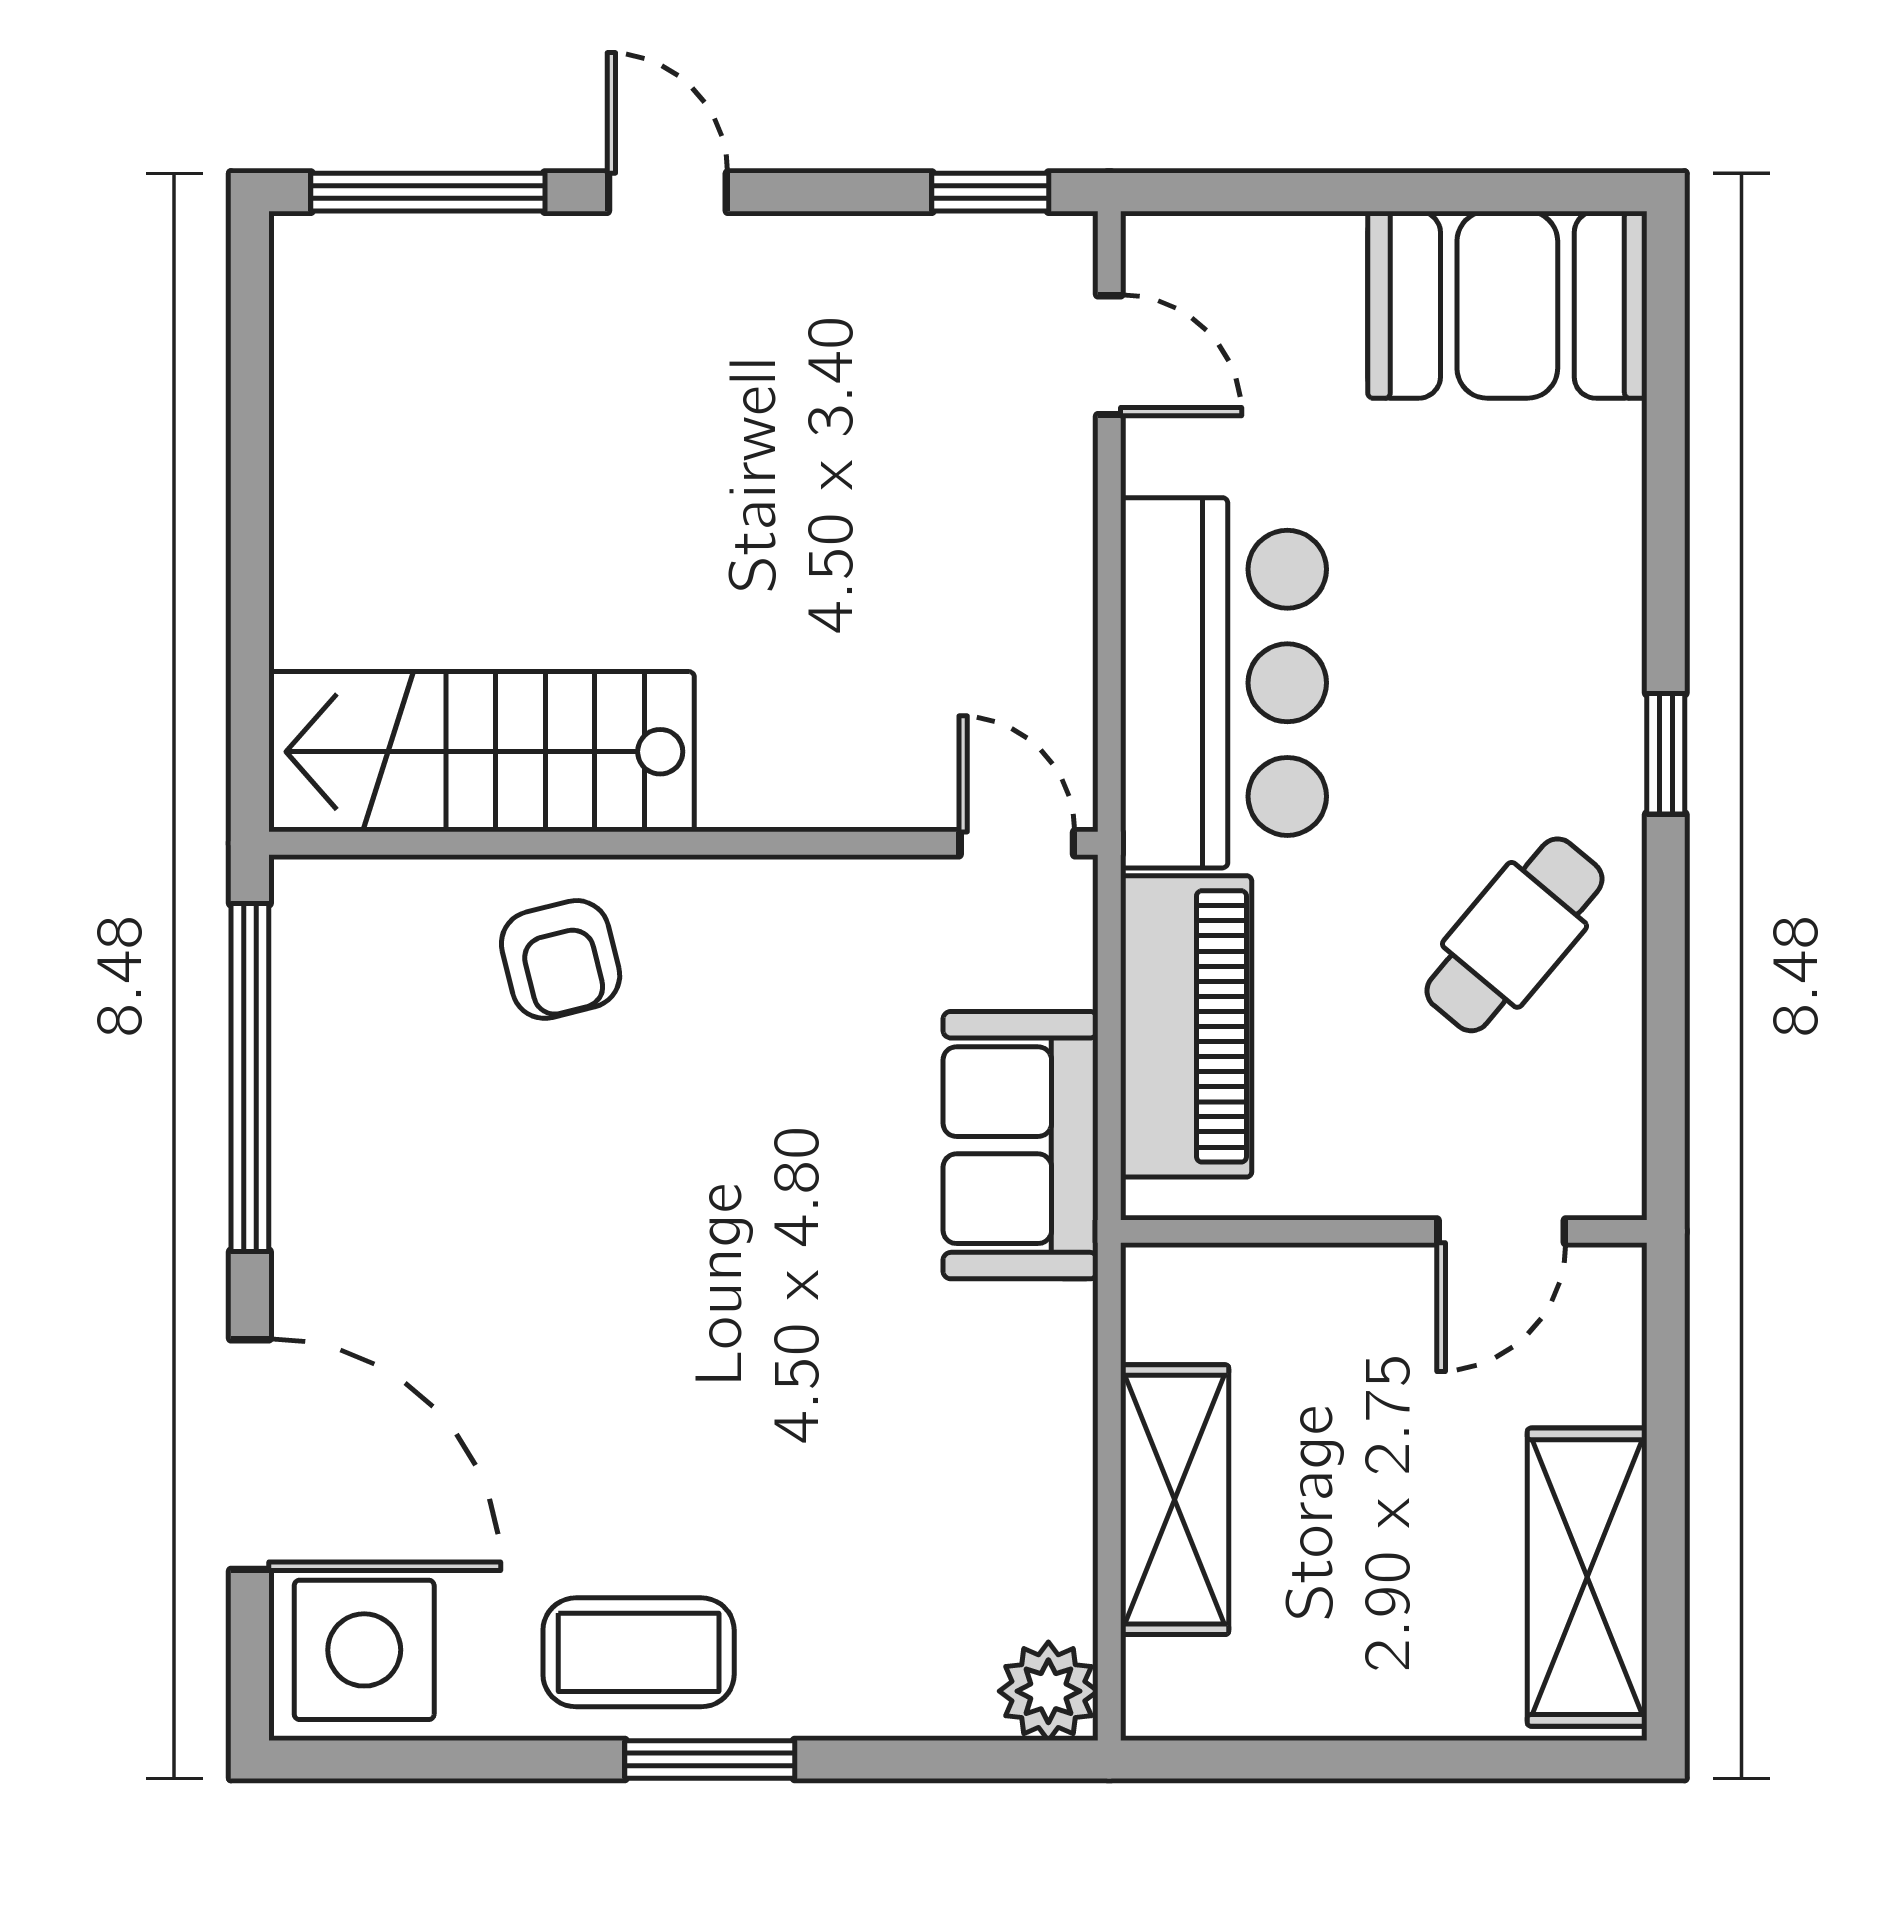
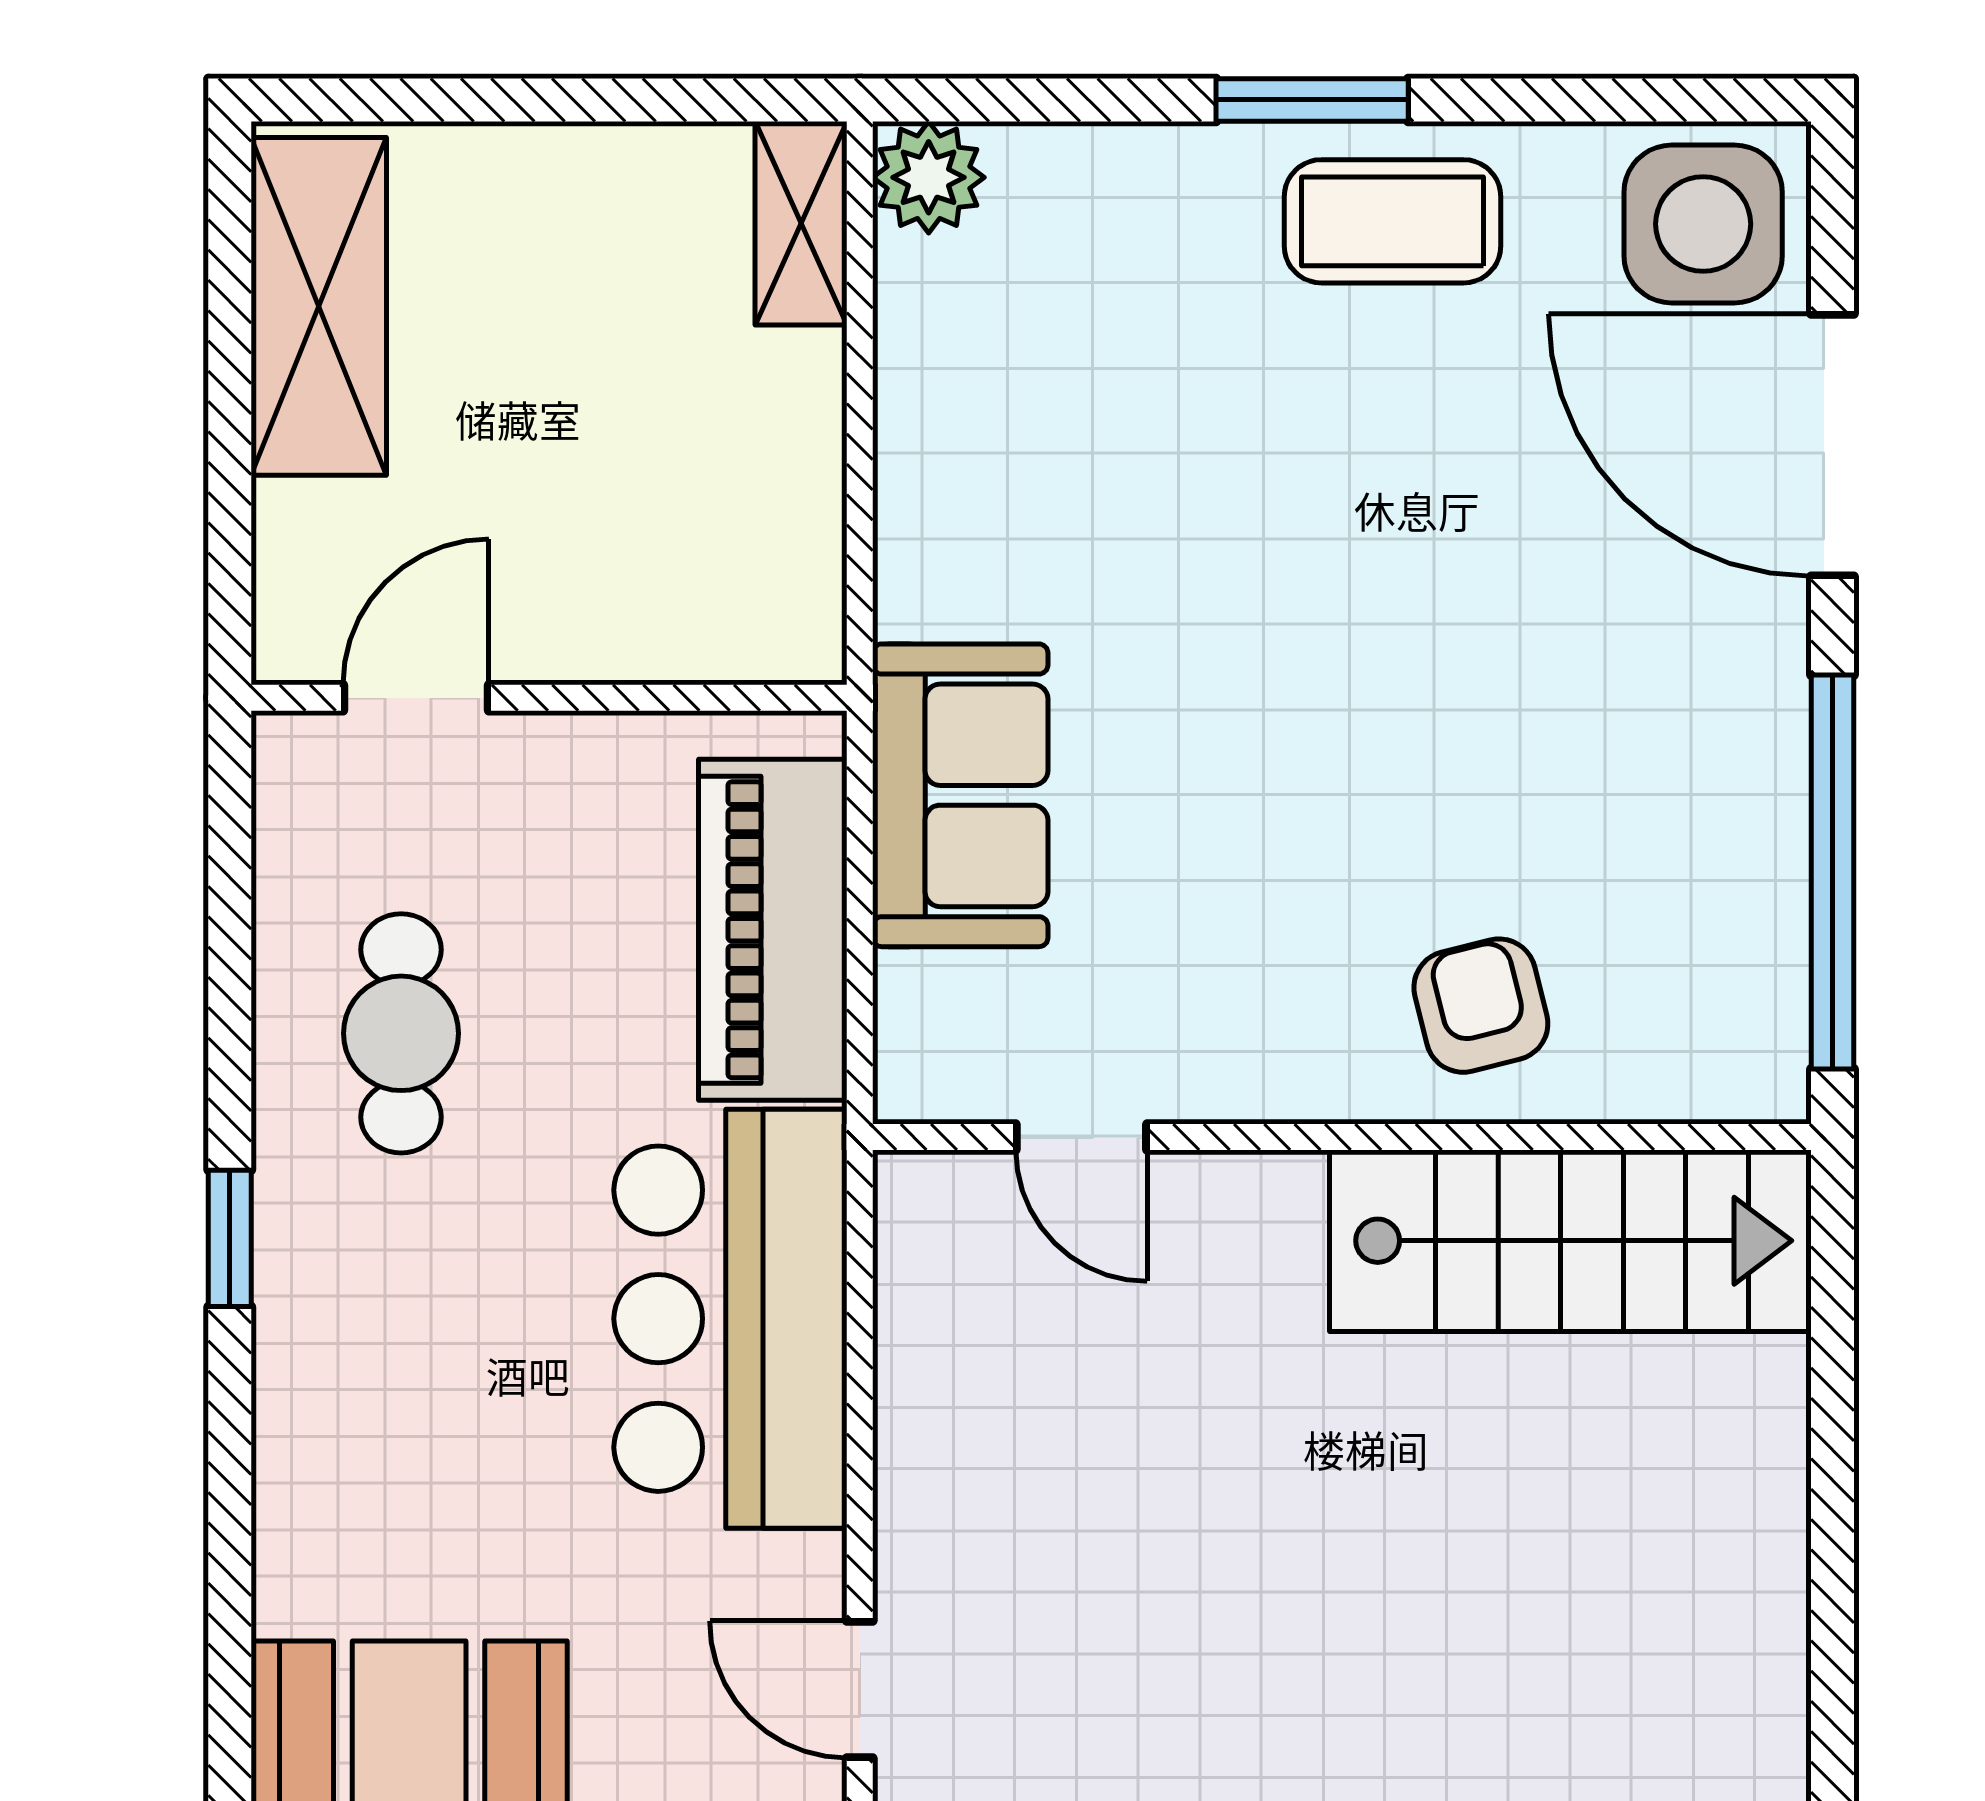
door: (1017, 843) -> (1081, 1137), moved
cafe table: (1514, 935) -> (401, 1033), turned -40
shelving: (1175, 1500) -> (801, 223), moved, width x0.67, depth x0.75

